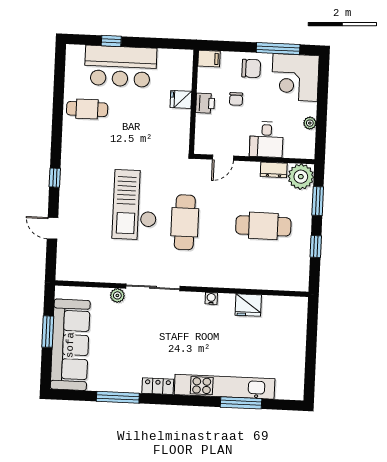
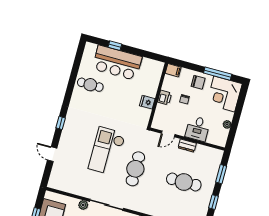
fridge: (181, 99) -> (147, 102), moved
dresser: (274, 170) -> (187, 146), moved
plant: (301, 177) -> (214, 157), removed

